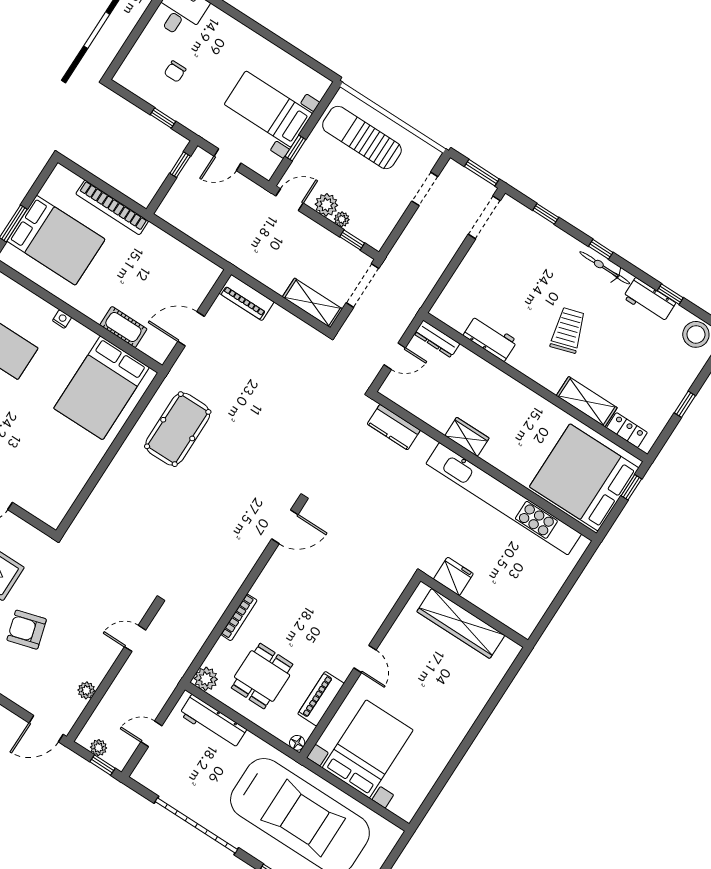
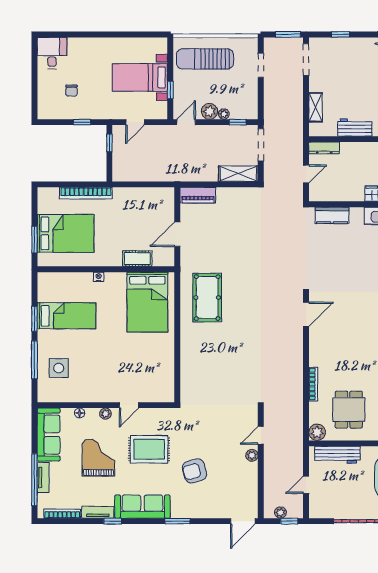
shelving: (458, 283) -> (316, 107), added
plant: (86, 690) -> (252, 455), moved

